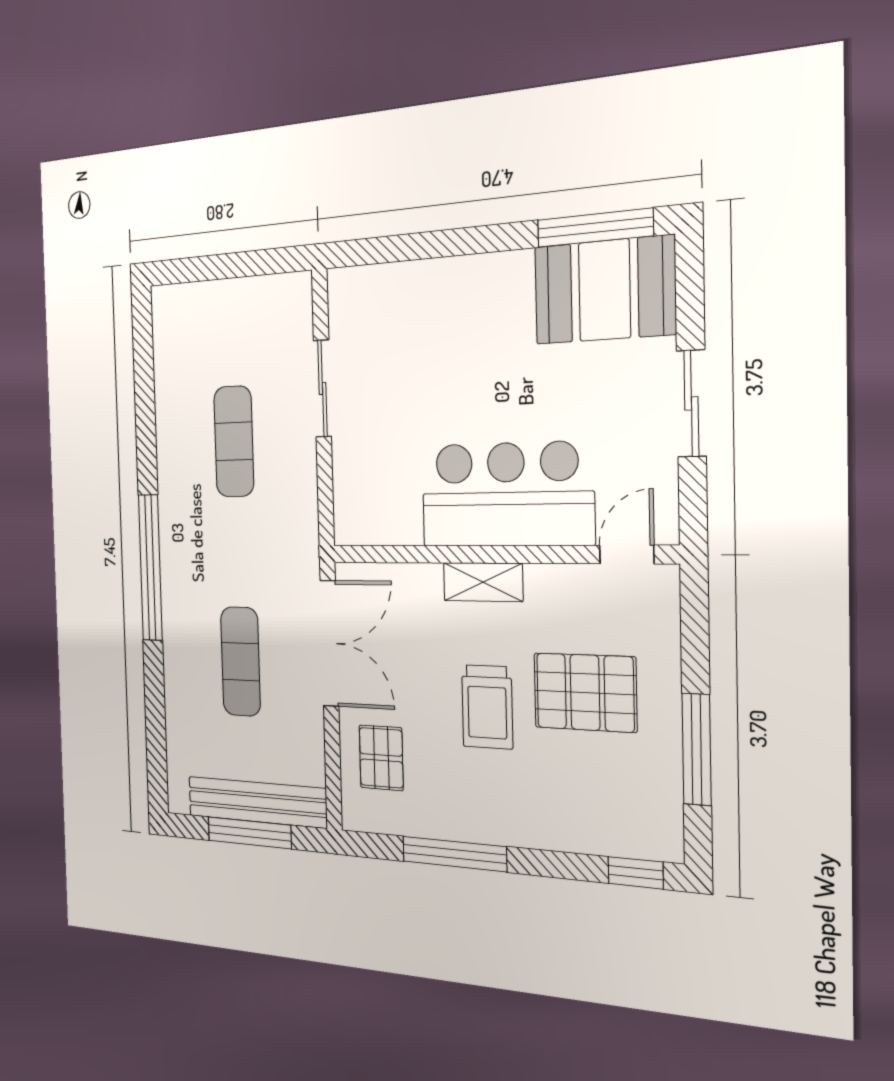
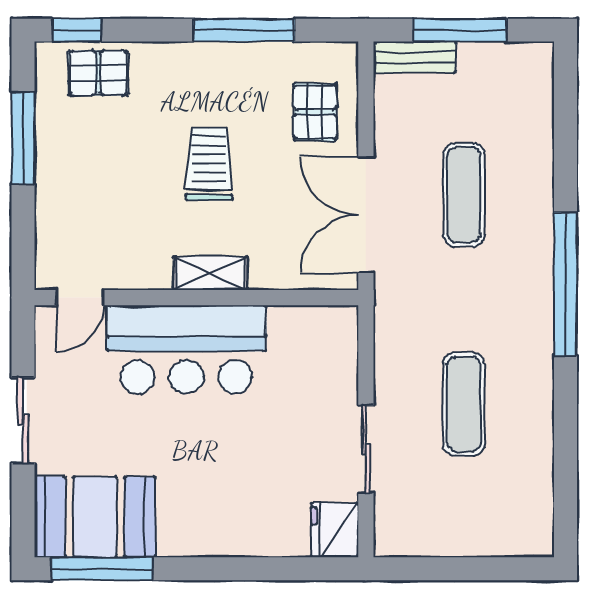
fridge: (350, 297) -> (335, 530), added
pallet: (585, 692) -> (98, 73), moved, width x0.67, depth x0.71
bench: (257, 802) -> (415, 57), width x0.54, depth x0.82

